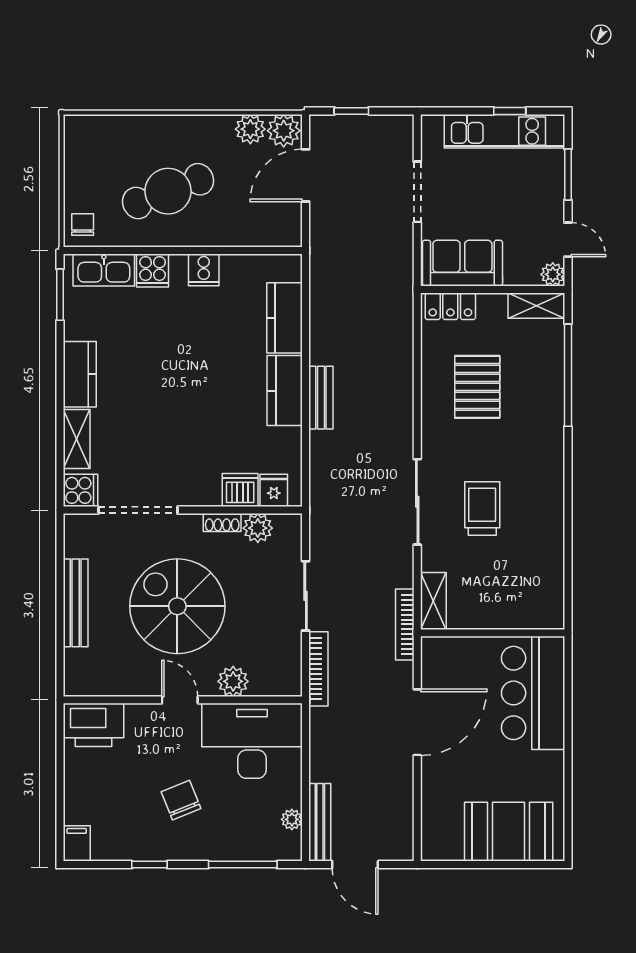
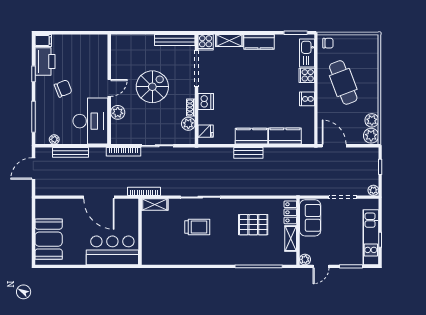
plant: (402, 126) -> (373, 190), added
door: (306, 175) -> (334, 146), moved
shelving: (536, 306) -> (291, 238), moved
dishwasher: (240, 490) -> (206, 101), moved
bench: (76, 603) -> (175, 40), moved
spiral stairs: (177, 606) -> (152, 87), width x0.73, depth x0.73
printer: (93, 725) -> (45, 61), moved, turned 180
bench: (320, 822) -> (71, 152), moved

